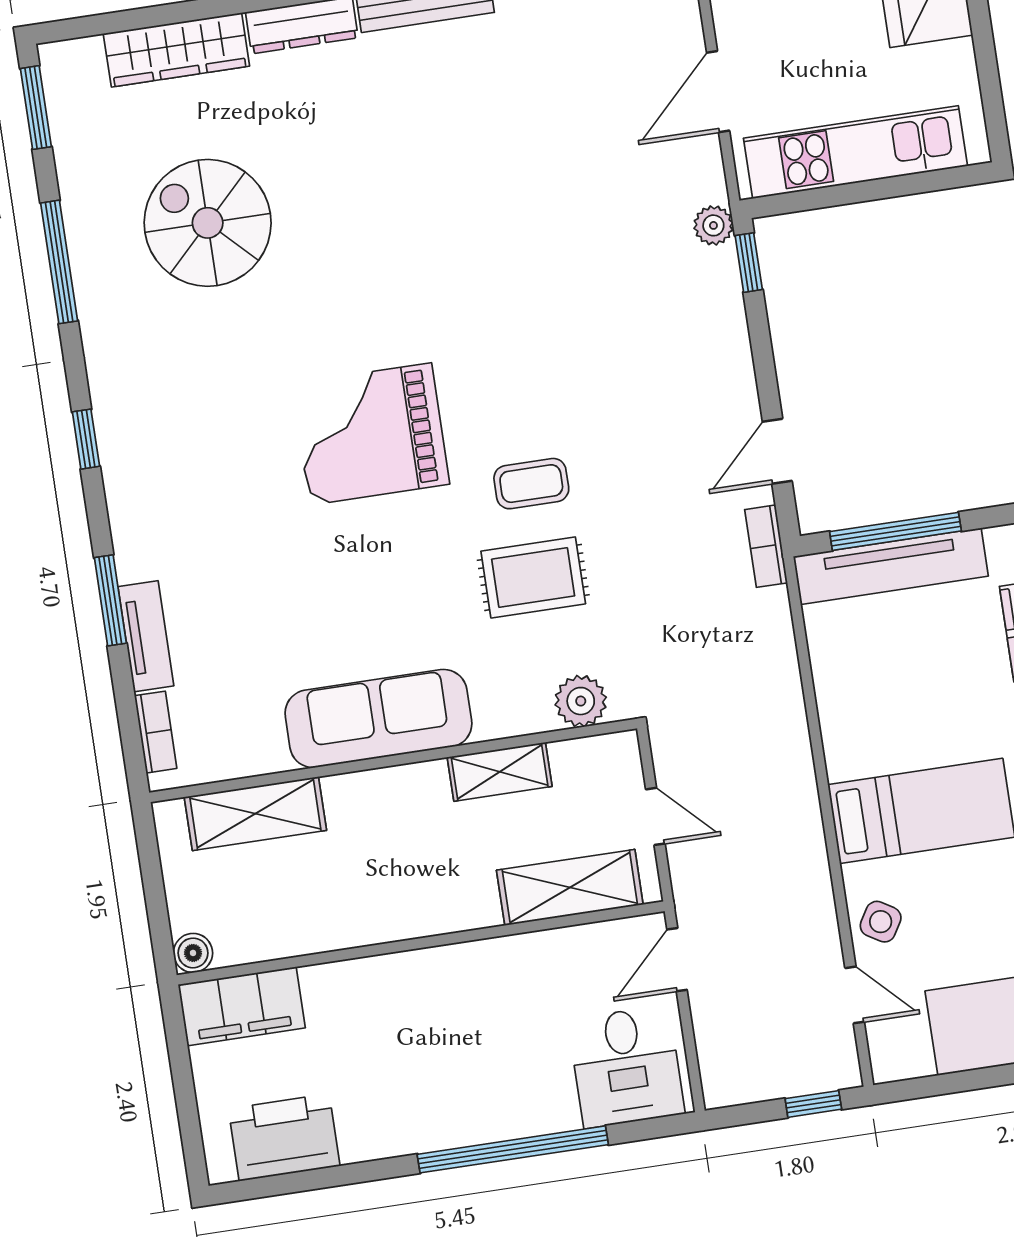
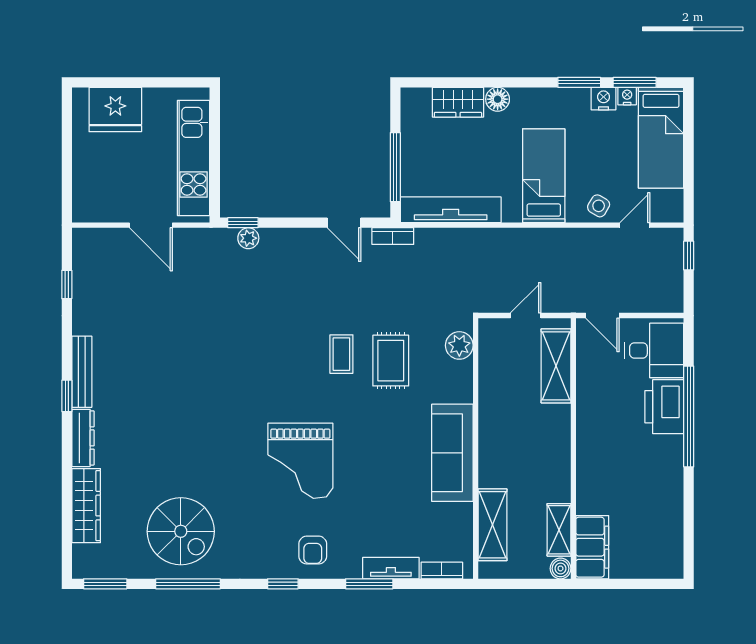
spiral stairs: (208, 223) -> (181, 531), moved, turned -90
plant: (713, 225) -> (248, 238), moved
grand piano: (371, 434) -> (300, 461), moved
armchair: (157, 485) -> (313, 550), added
tv unit: (891, 566) -> (451, 210), moved, turned -90
shelving: (500, 772) -> (559, 530), moved
printer: (284, 1137) -> (664, 407), moved

